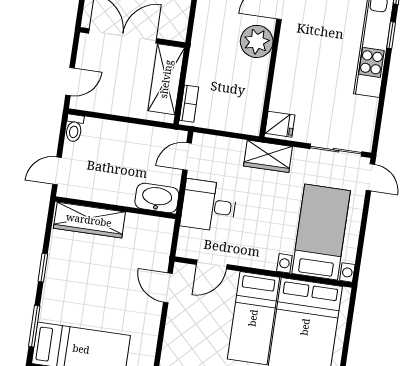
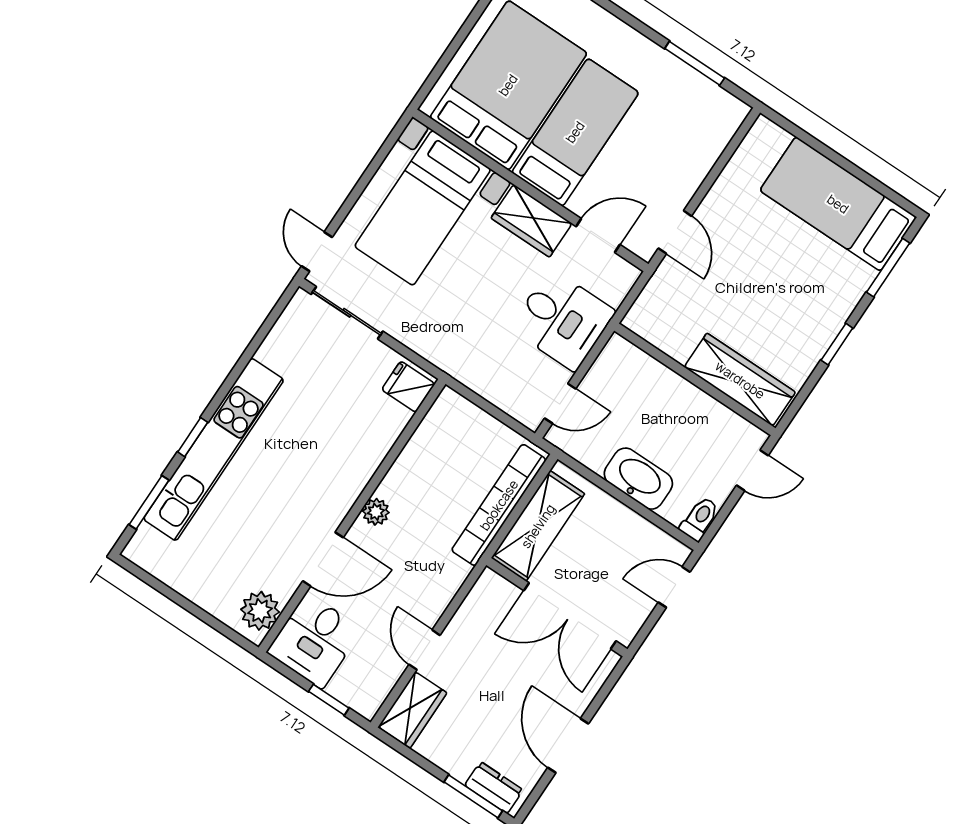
plant: (257, 41) -> (376, 512), width x0.53, depth x0.53
bookcase: (189, 104) -> (499, 505), width x2.31, depth x1.31
wardrobe: (268, 156) -> (532, 221), moved, turned 180
washbasin: (157, 198) -> (638, 479), moved, turned 180

